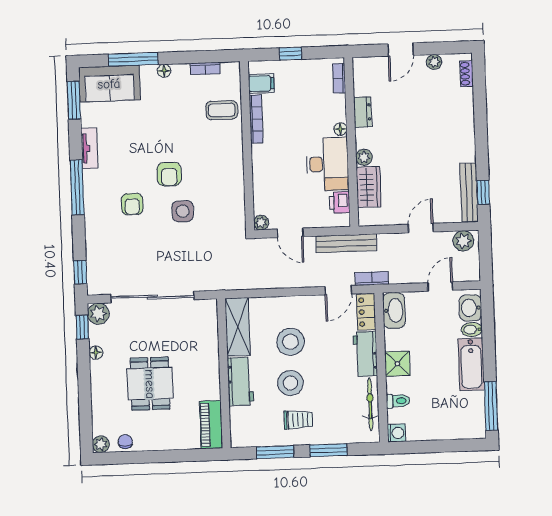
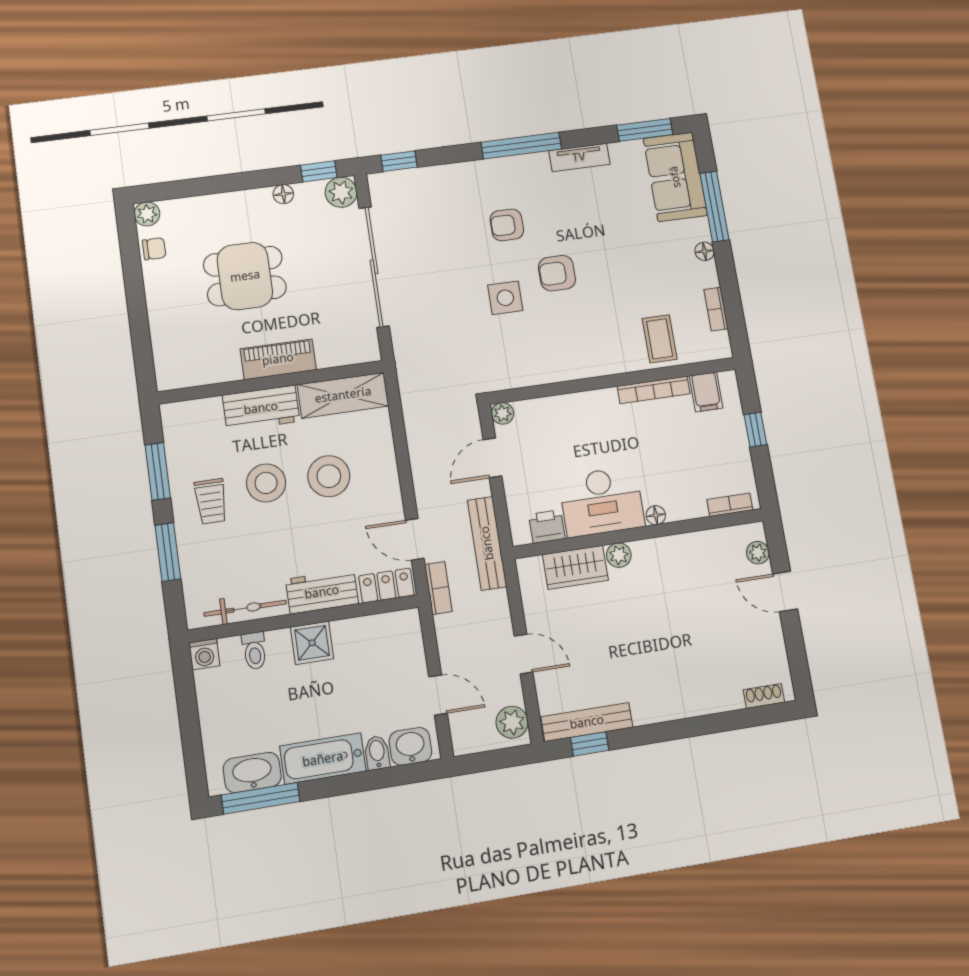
plant: (434, 62) -> (758, 553), moved
dresser: (363, 112) -> (685, 545), removed
washbasin: (394, 311) -> (252, 773), moved, turned 180
piano: (211, 425) -> (278, 359), moved

